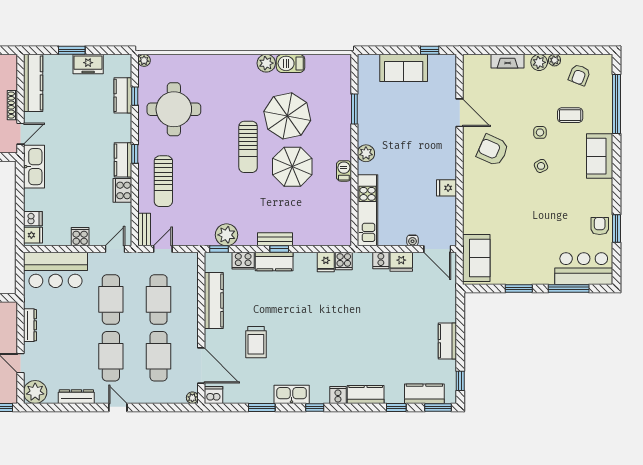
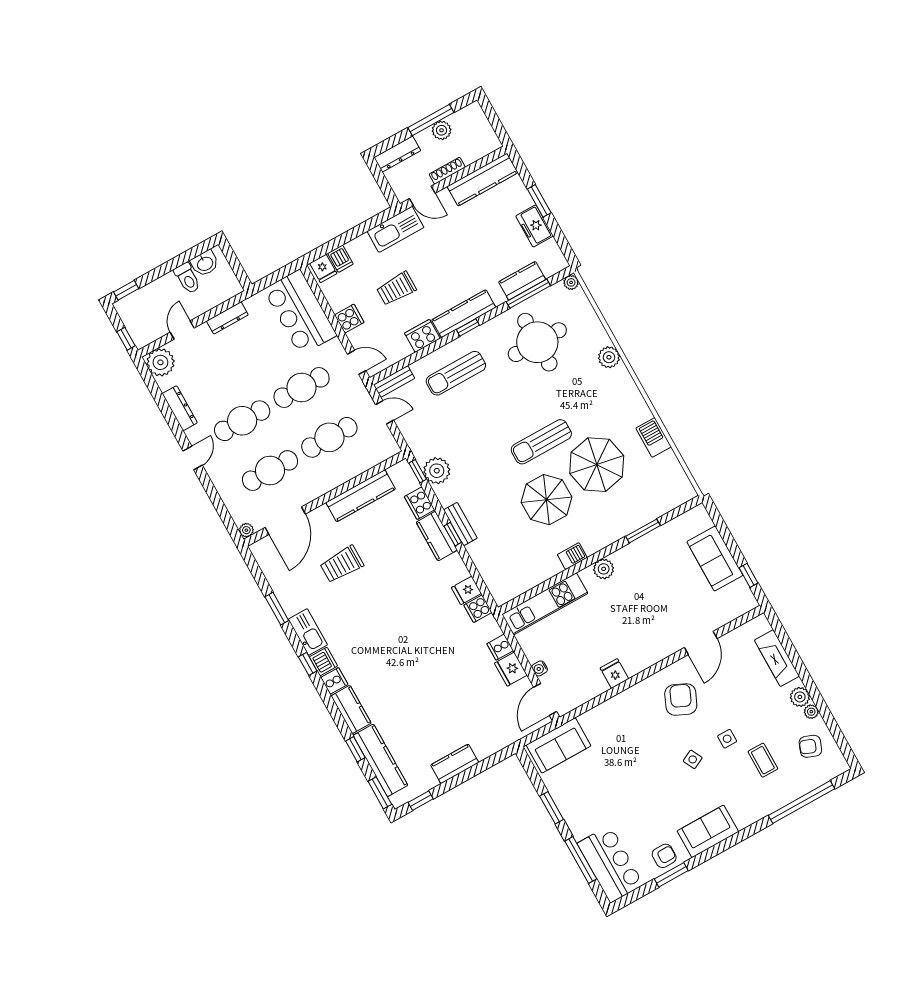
fireplace: (508, 61) -> (777, 658), width x1.37, depth x1.32
plant: (266, 63) -> (609, 357), moved
window: (135, 96) -> (528, 294), width x2.17
sofa: (600, 156) -> (708, 831), moved
kitchen counter: (123, 160) -> (464, 314), width x1.50
trolley: (77, 190) -> (396, 289), added
kitchen counter: (424, 394) -> (380, 760), width x1.50
dishwasher: (214, 395) -> (323, 662), moved

